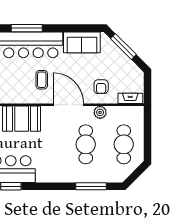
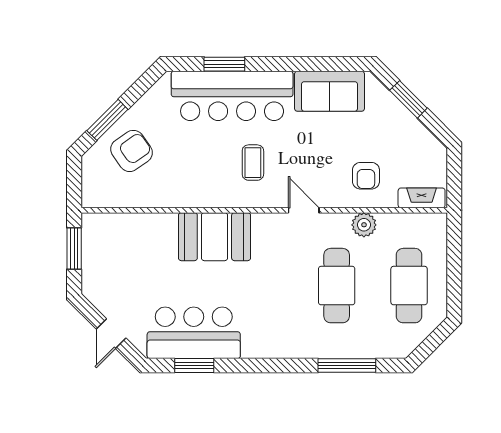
window: (27, 28) -> (224, 64), width x0.69
window: (123, 47) -> (408, 99), width x0.69
door: (68, 105) -> (304, 210), width x0.53

